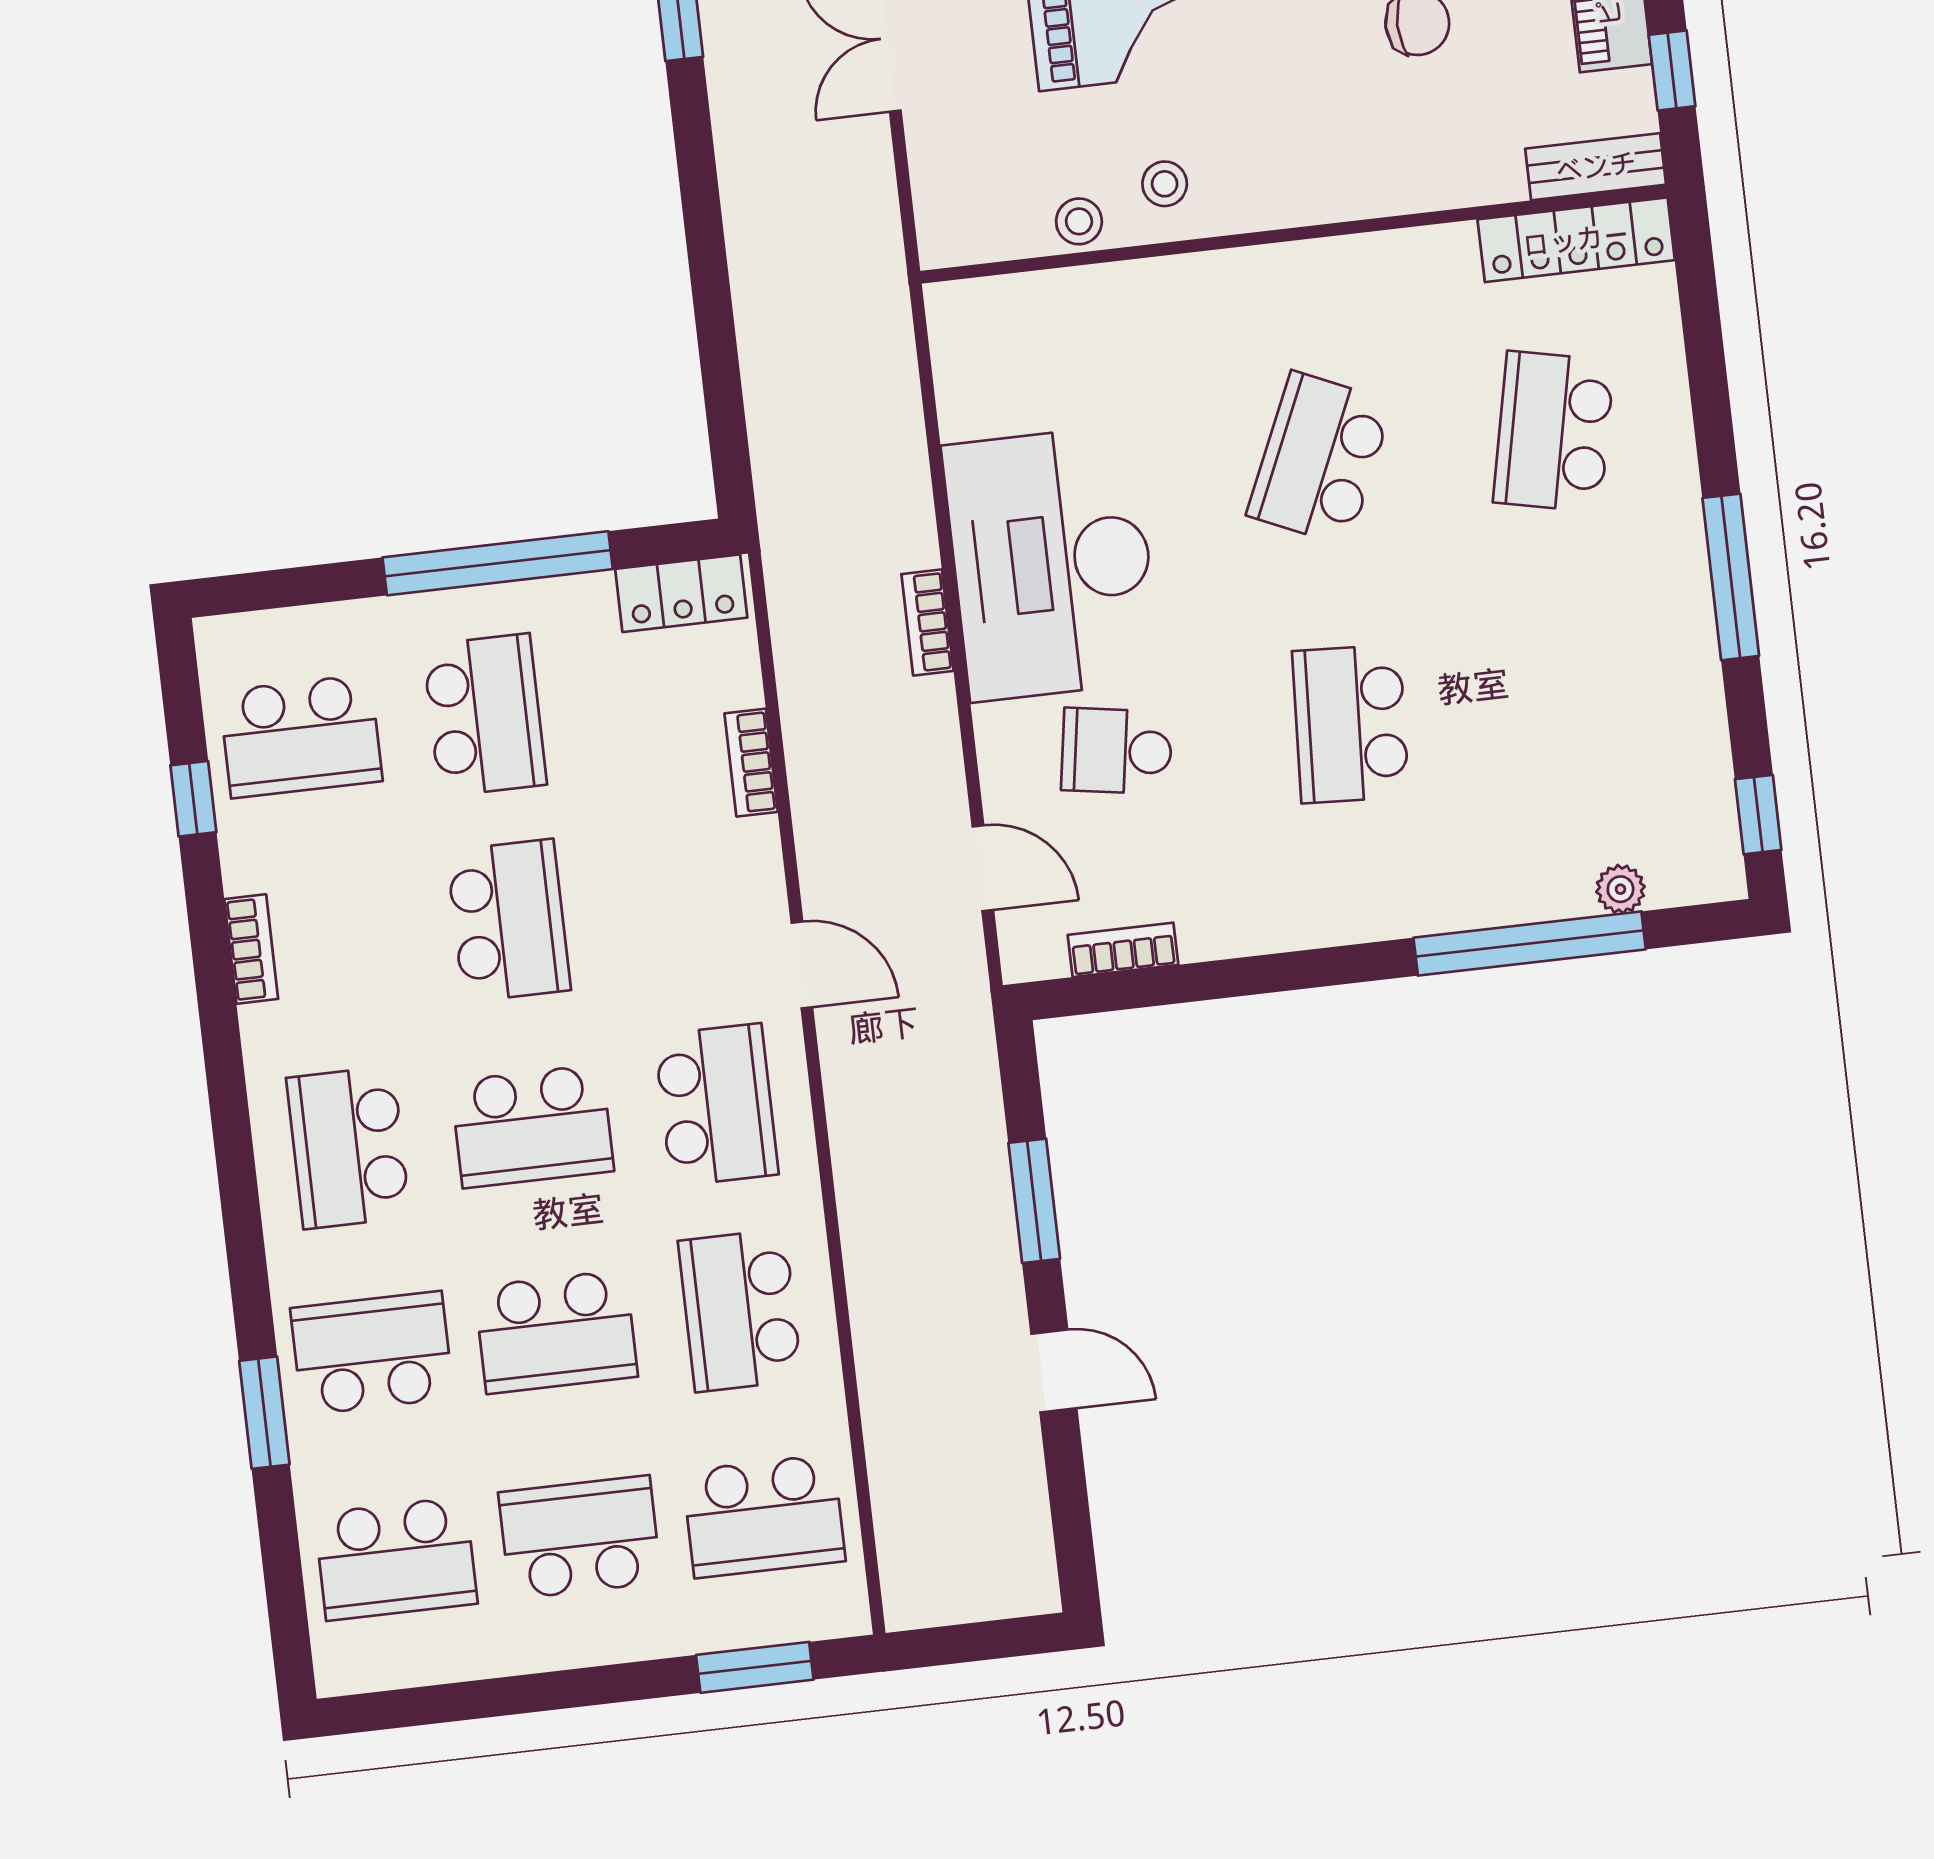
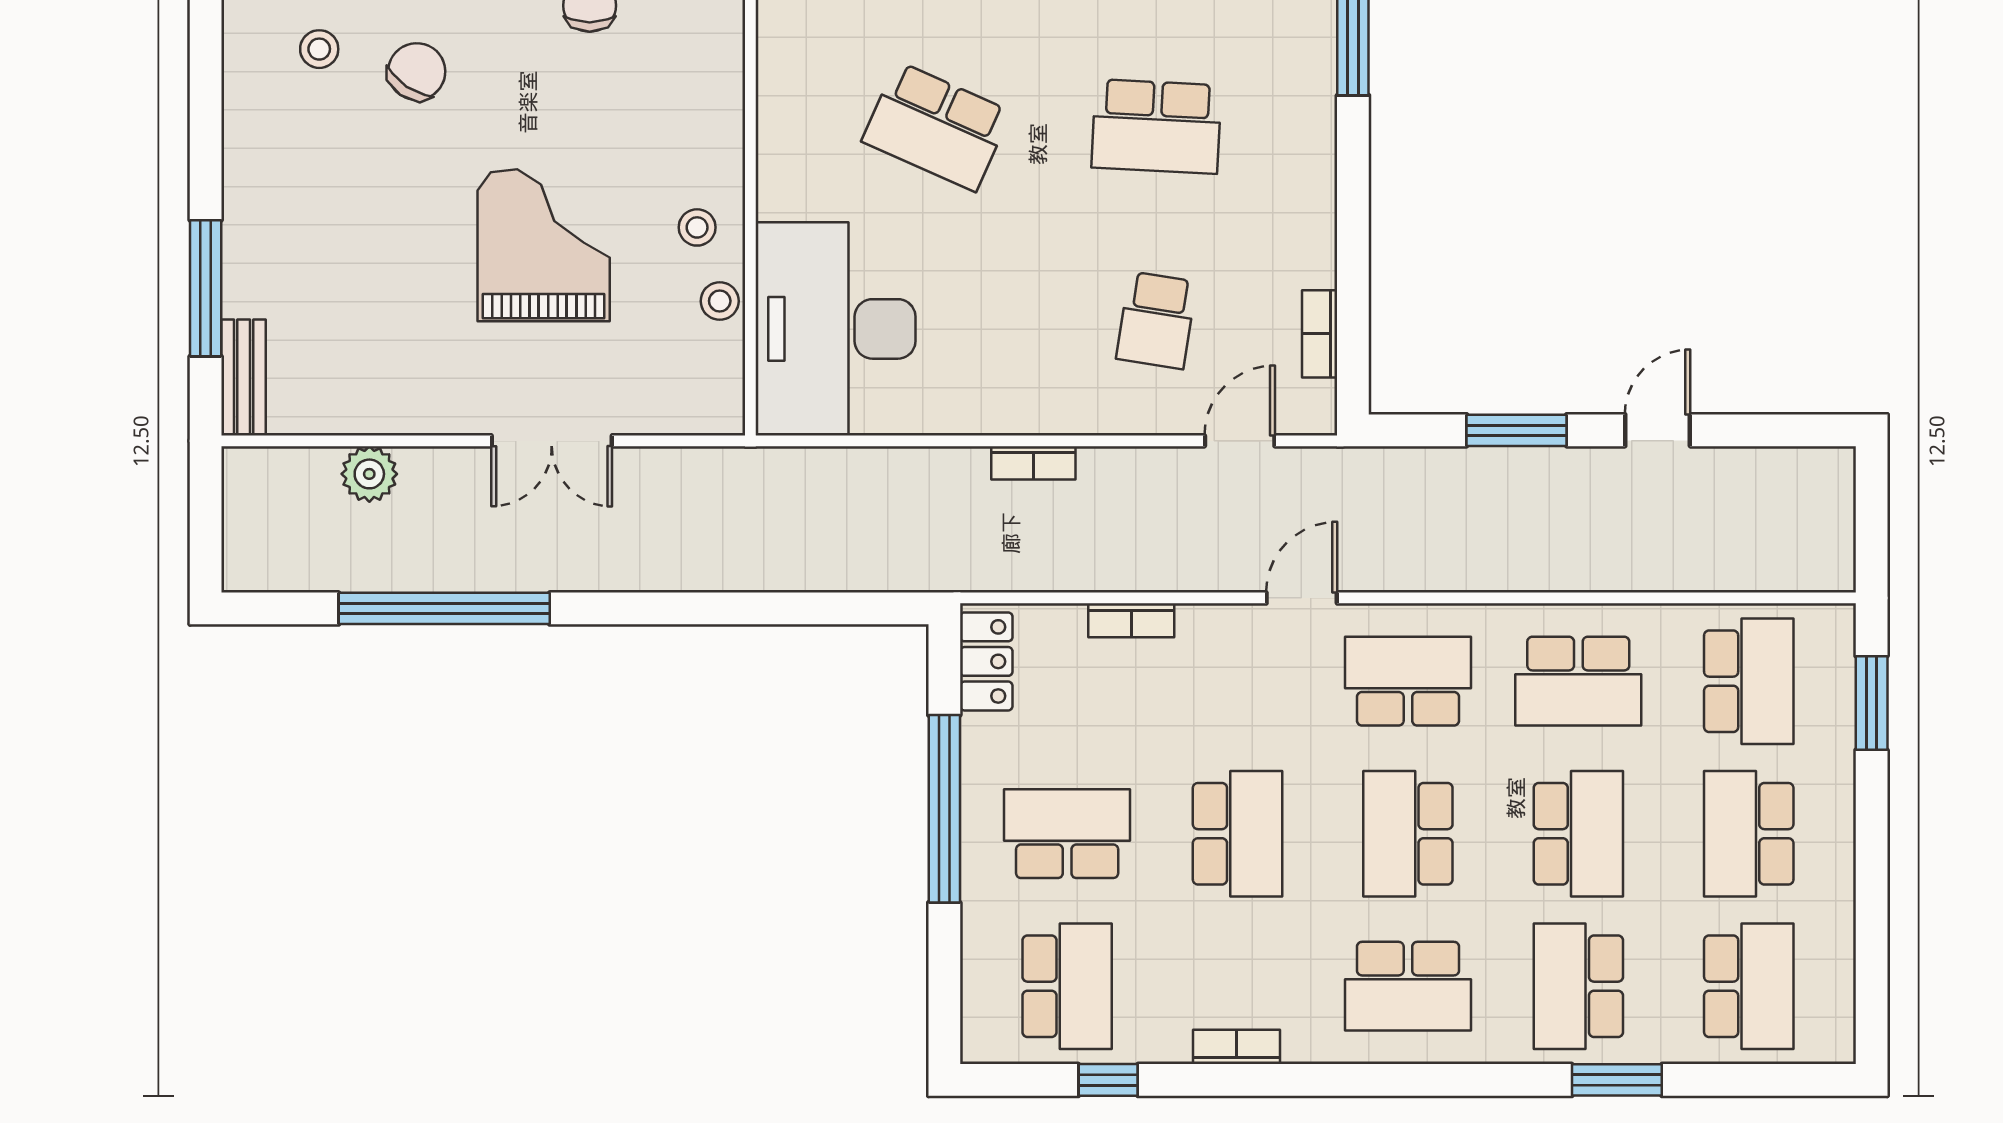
desk: (1052, 563) -> (836, 329), moved, turned 90
school desk: (509, 921) -> (1238, 834), turned 90
school desk: (532, 1126) -> (1408, 834), turned 180

